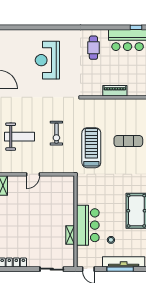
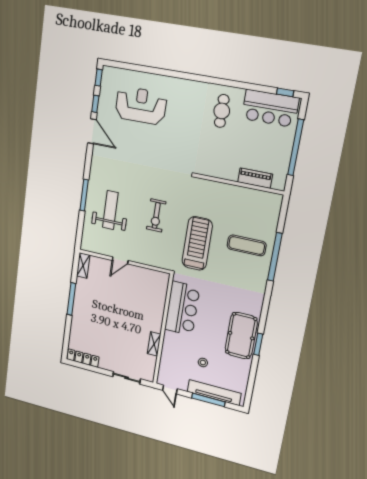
reception desk: (47, 60) -> (141, 105), moved, turned 90
piano: (115, 91) -> (255, 178), moved
weight bench: (20, 137) -> (110, 210), turned -90
bar counter: (88, 225) -> (182, 308), moved

